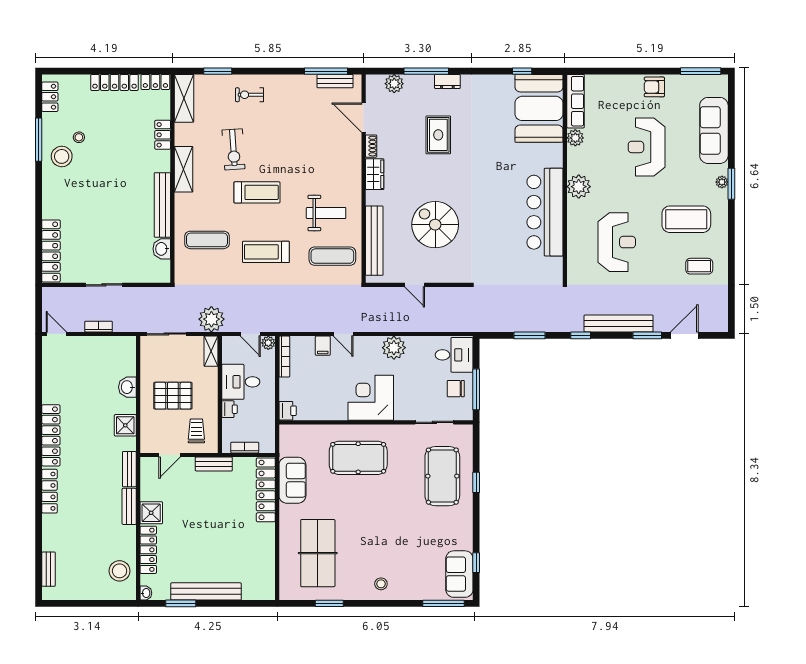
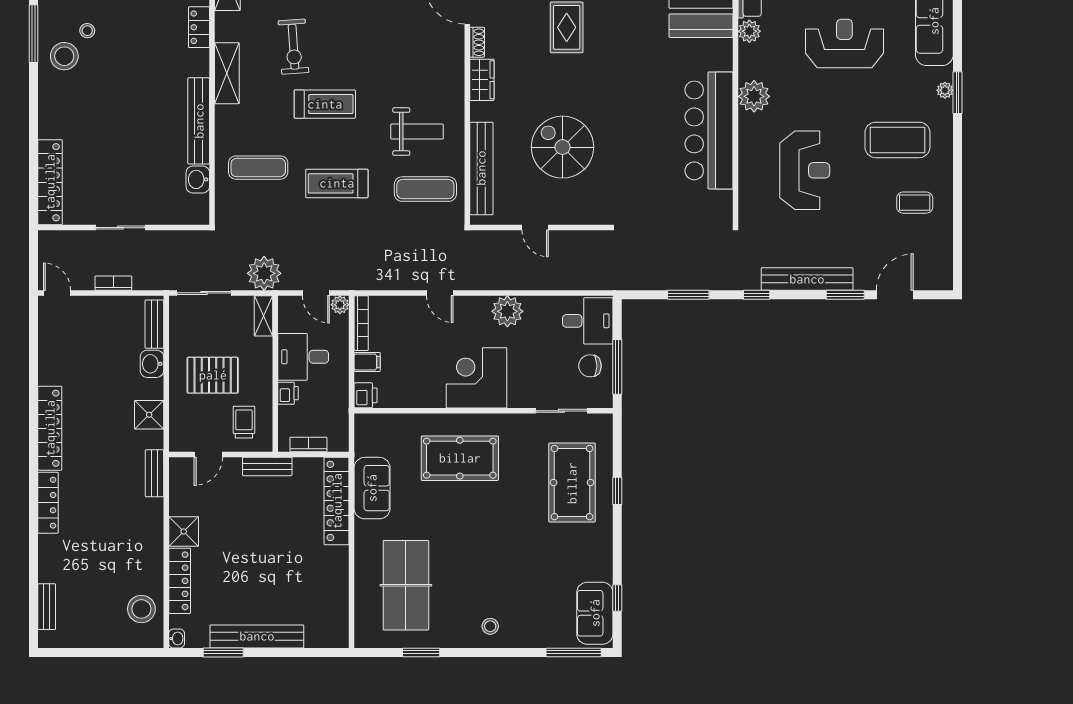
reception desk: (647, 147) -> (844, 43), turned 90
filing cabinet: (323, 346) -> (367, 362), moved, turned -90
bench: (129, 506) -> (154, 324), moved

